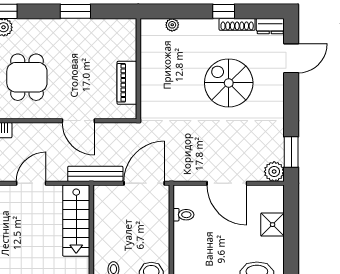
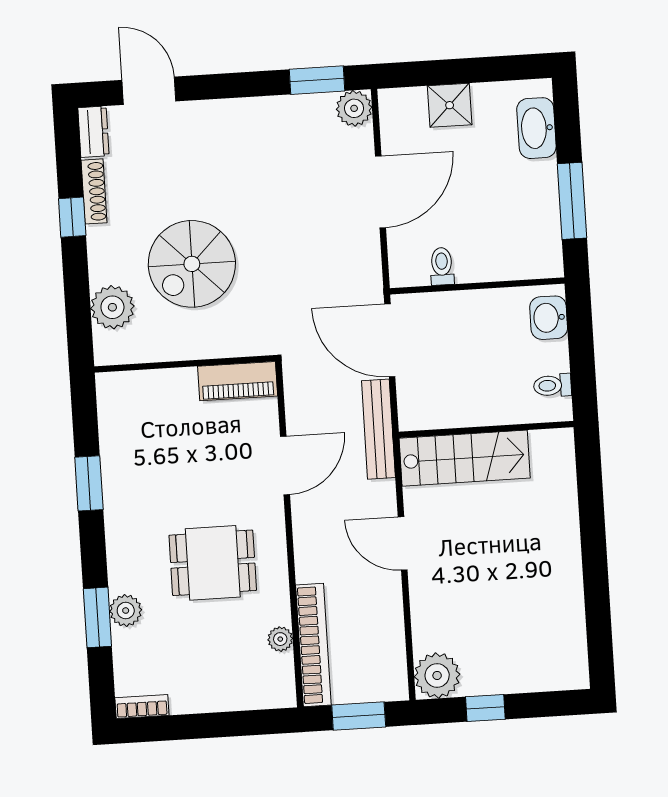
plant: (172, 25) -> (112, 307), width x1.87, depth x1.87
piano: (127, 83) -> (238, 381), moved
spiral stairs: (229, 83) -> (192, 264), moved

